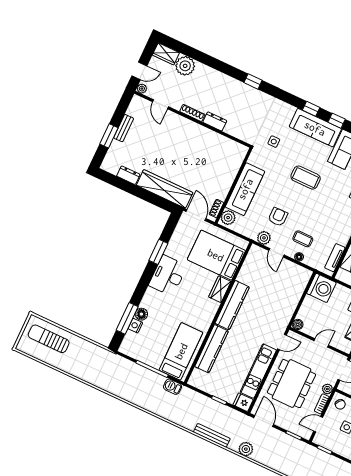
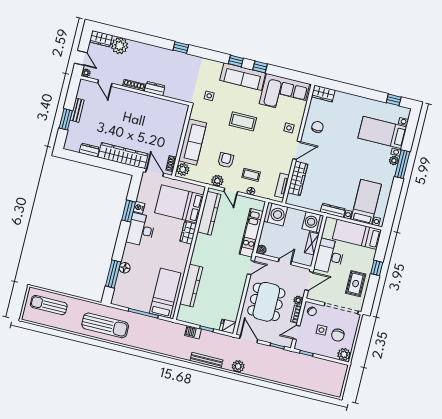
door: (139, 71) -> (81, 58), hinge flipped
kitchen counter: (232, 305) -> (209, 213), moved
nightstand: (135, 326) -> (139, 207), moved
kitchen unit: (258, 371) -> (251, 233), moved
sun lounger: (107, 374) -> (105, 325), added
barbecue: (173, 387) -> (193, 332), moved

